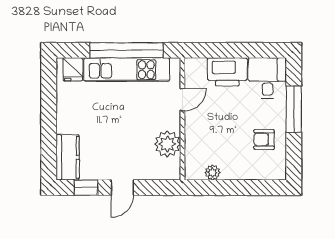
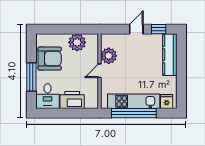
door: (182, 100) -> (100, 71), moved
armchair: (264, 140) -> (50, 59), width x1.88, depth x1.88
kitchen counter: (68, 157) -> (170, 55), width x1.50
plant: (212, 173) -> (77, 42), width x1.87, depth x1.87

